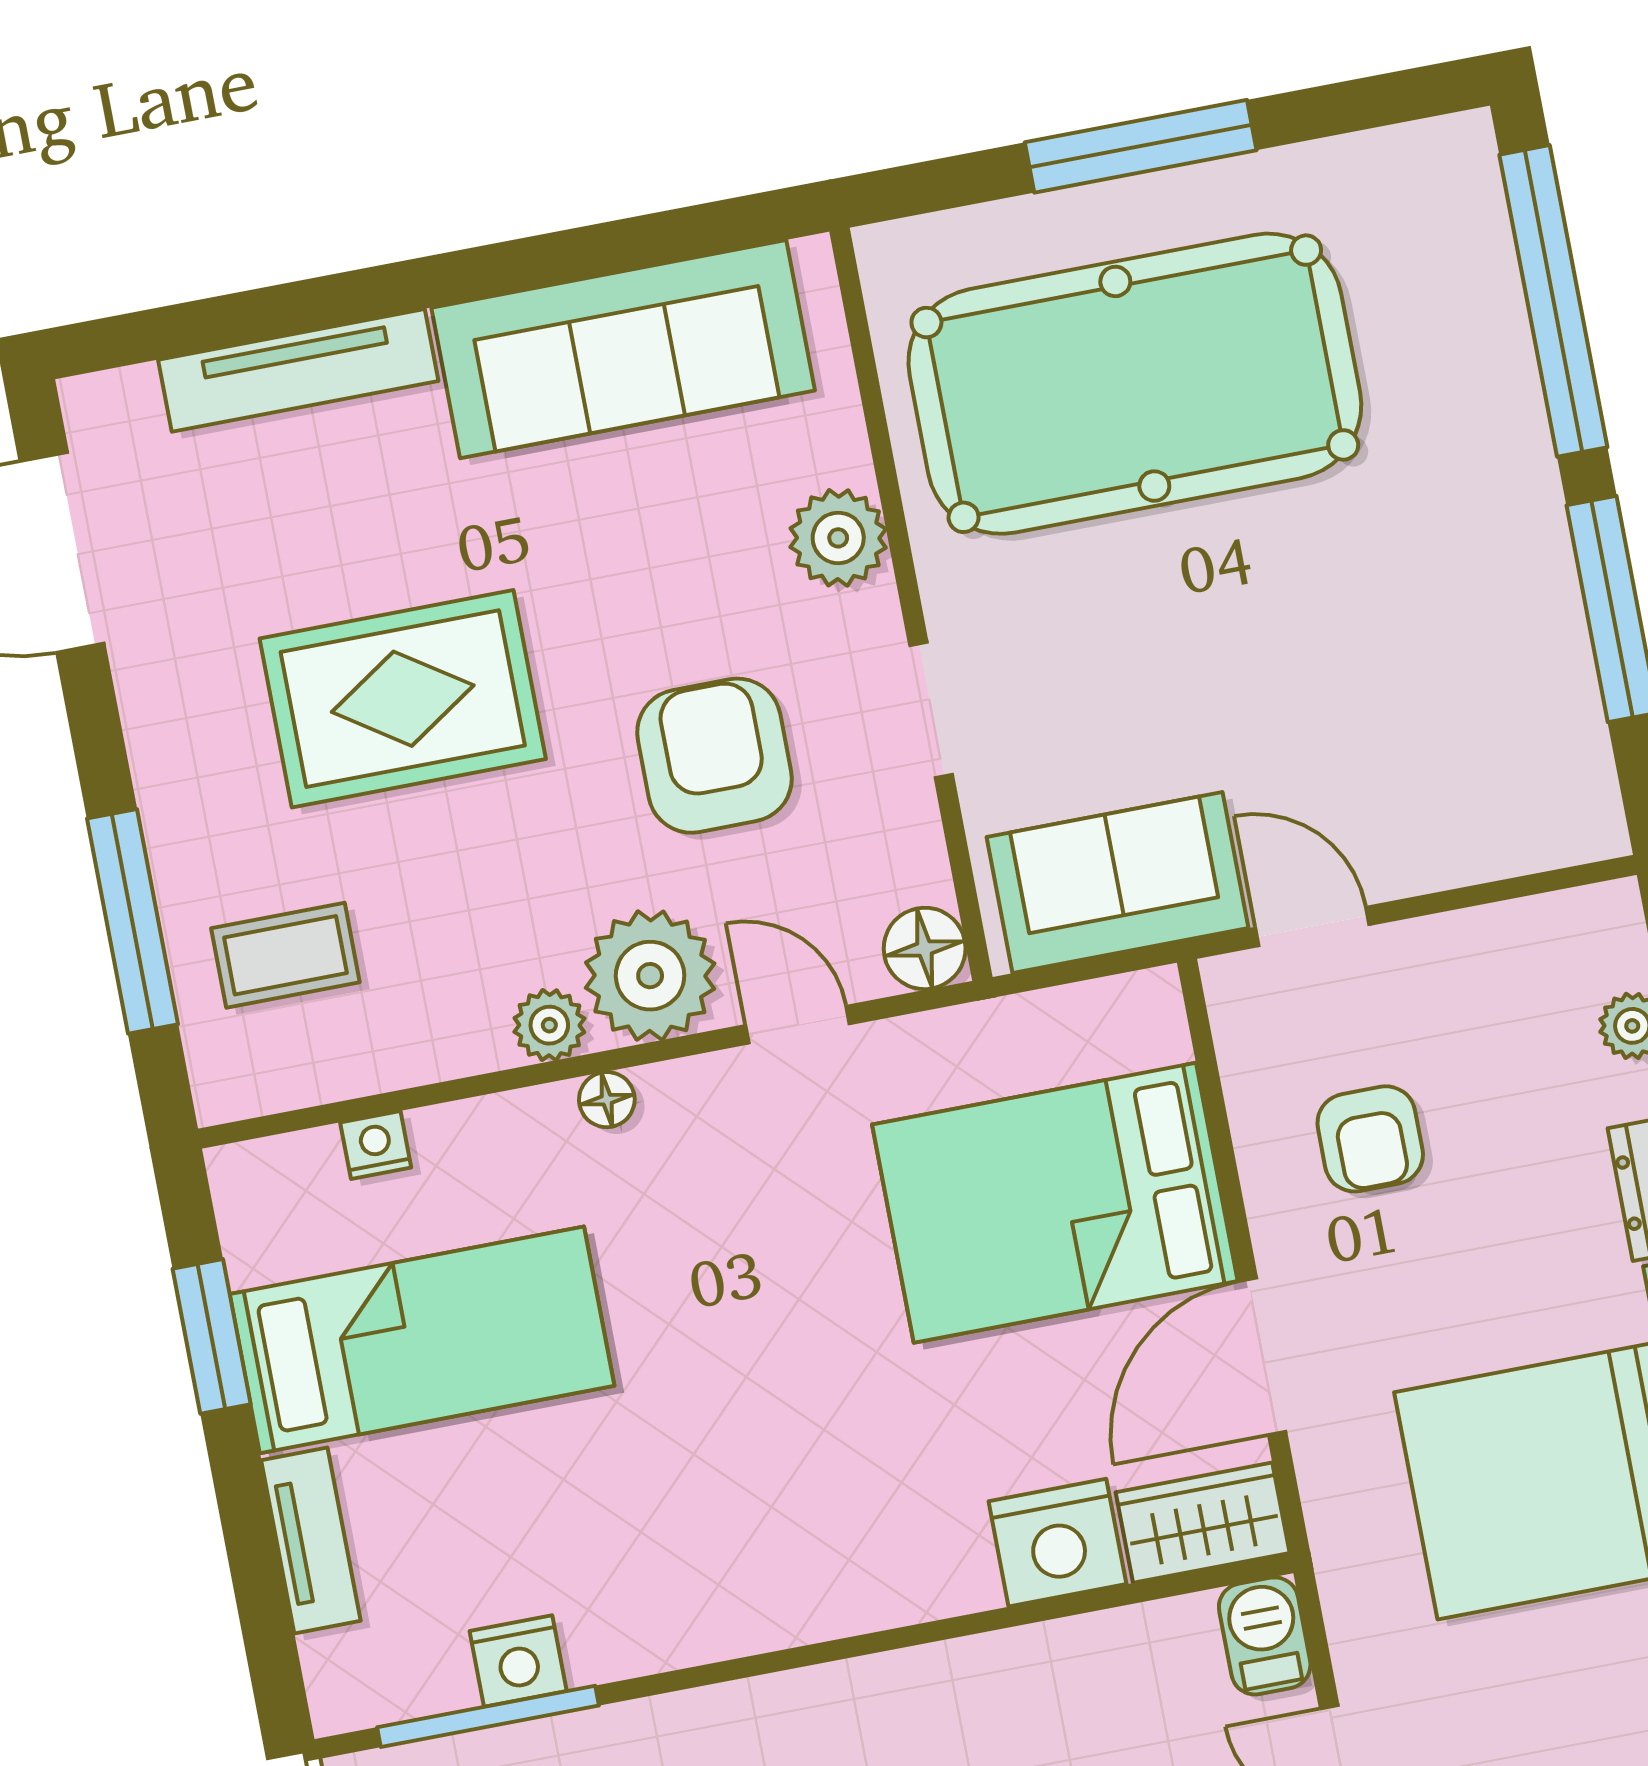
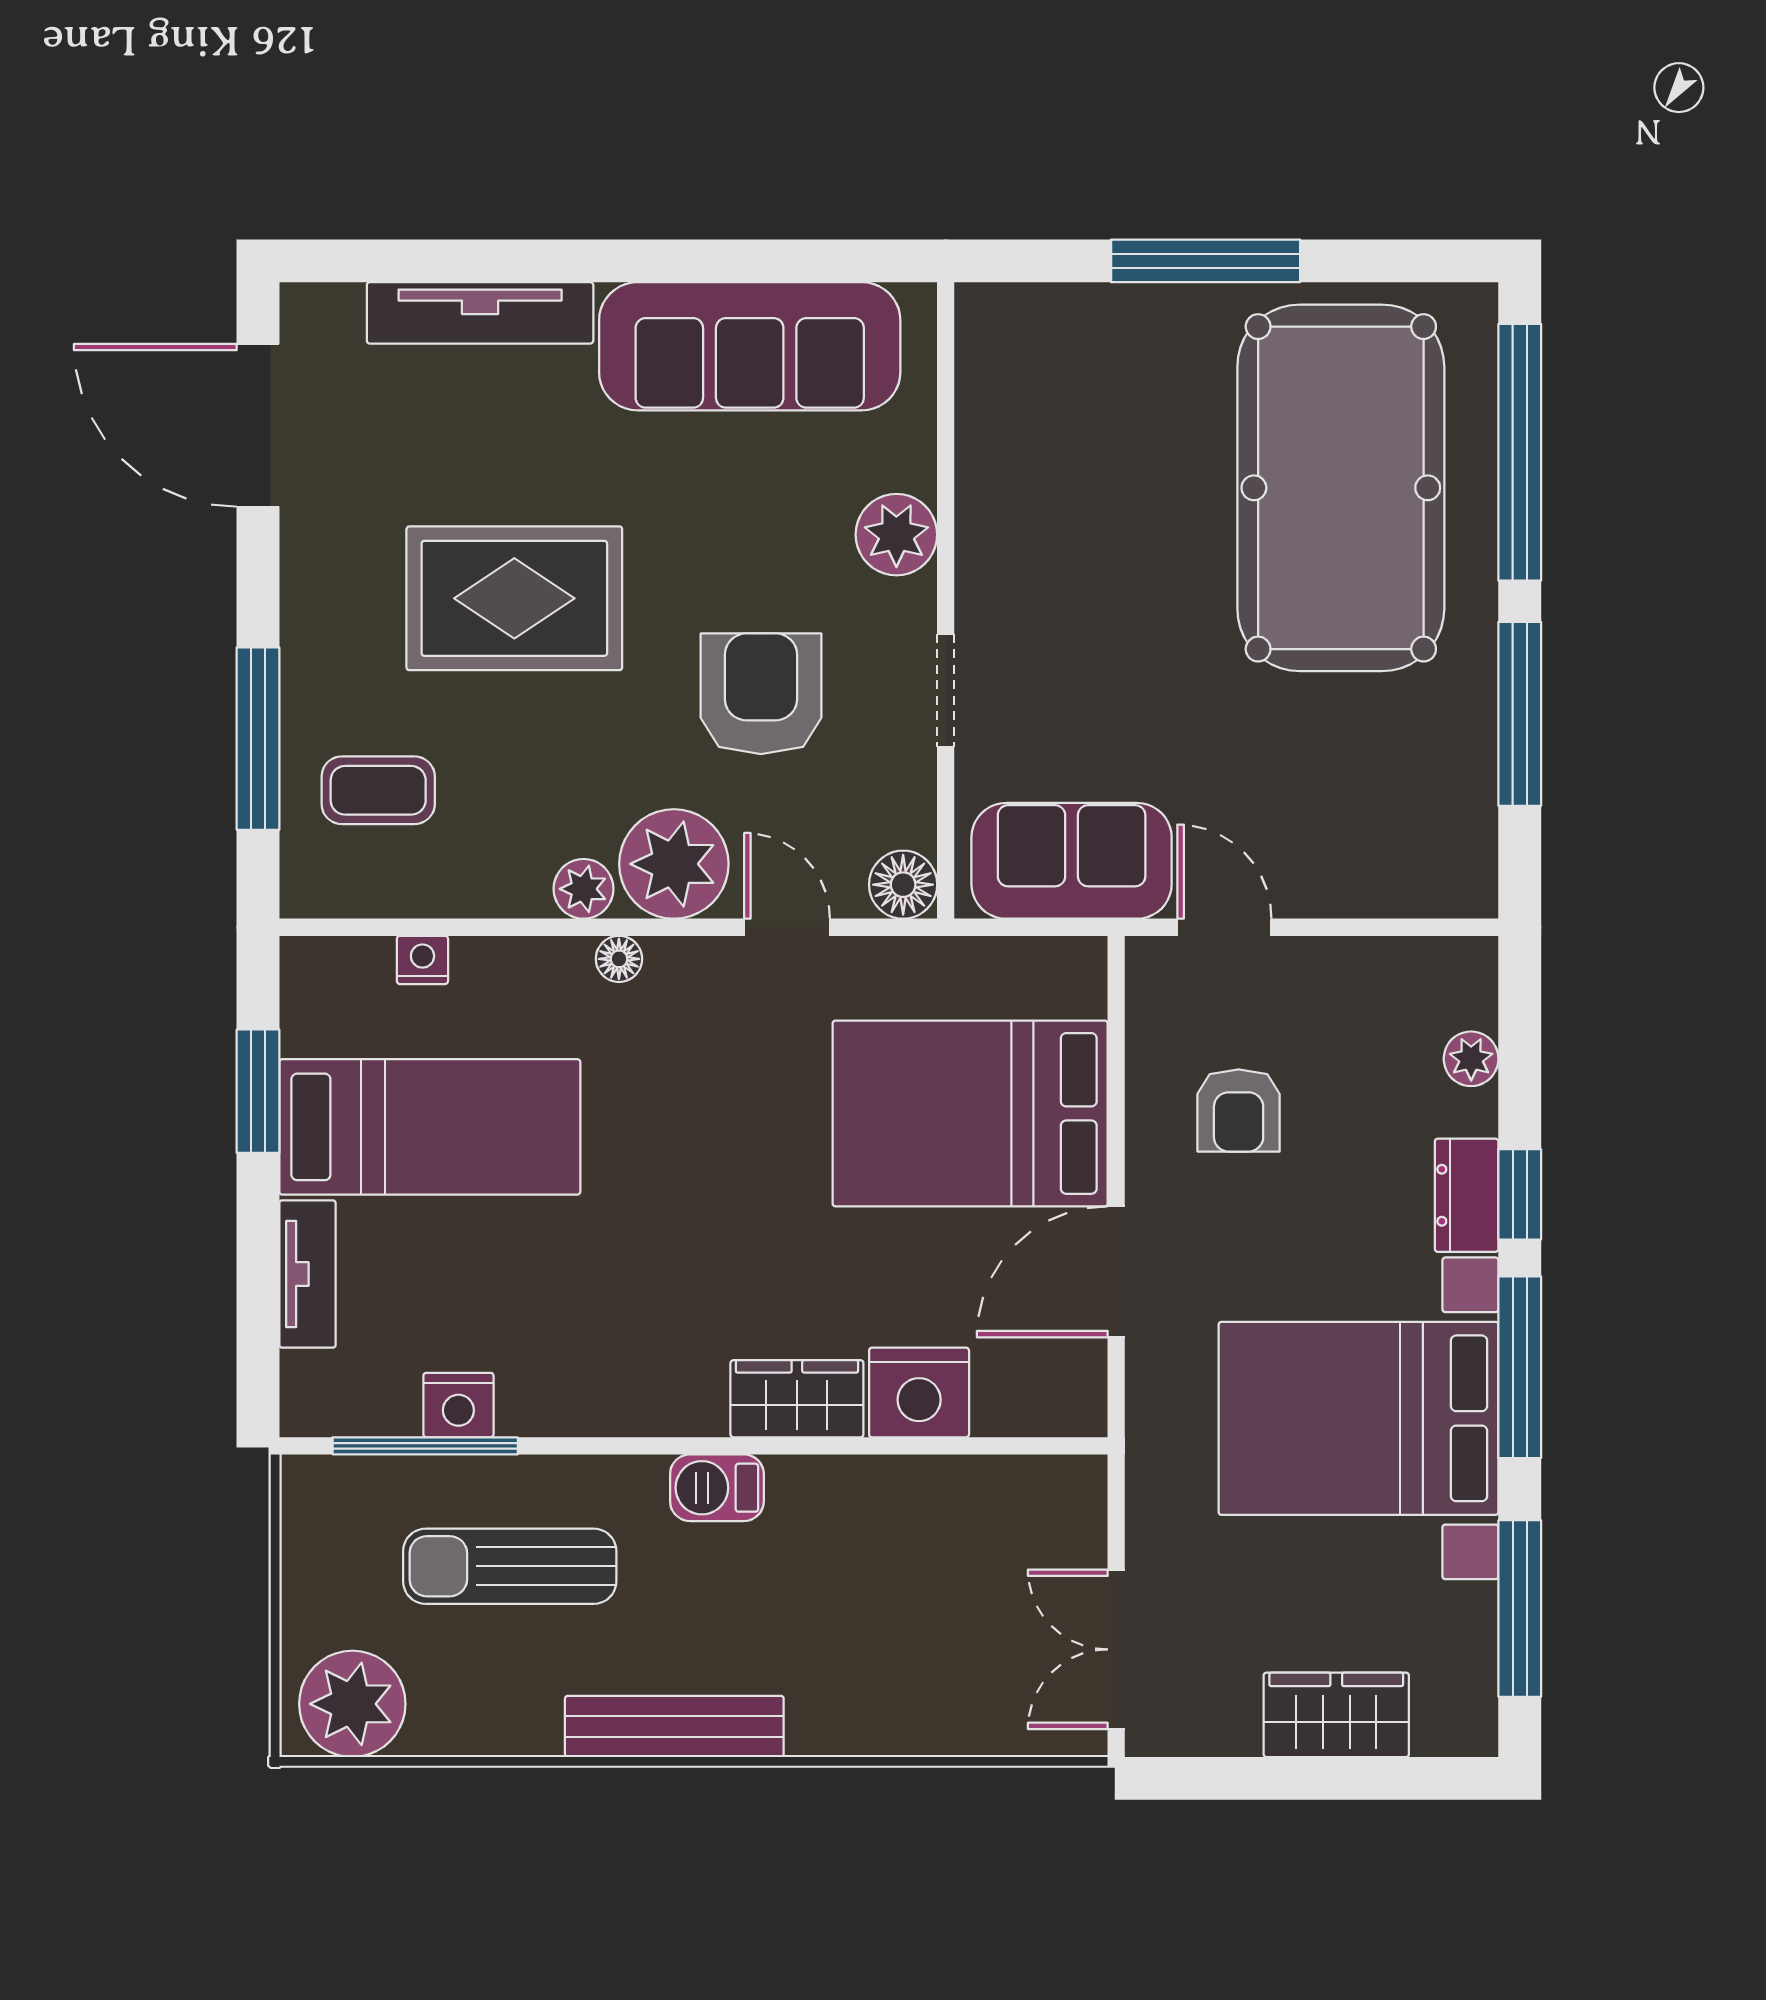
pool table: (1135, 384) -> (1341, 488), moved, turned 90
wardrobe: (1203, 1523) -> (797, 1399), moved
barbecue: (1265, 1636) -> (717, 1488), moved, turned -90

